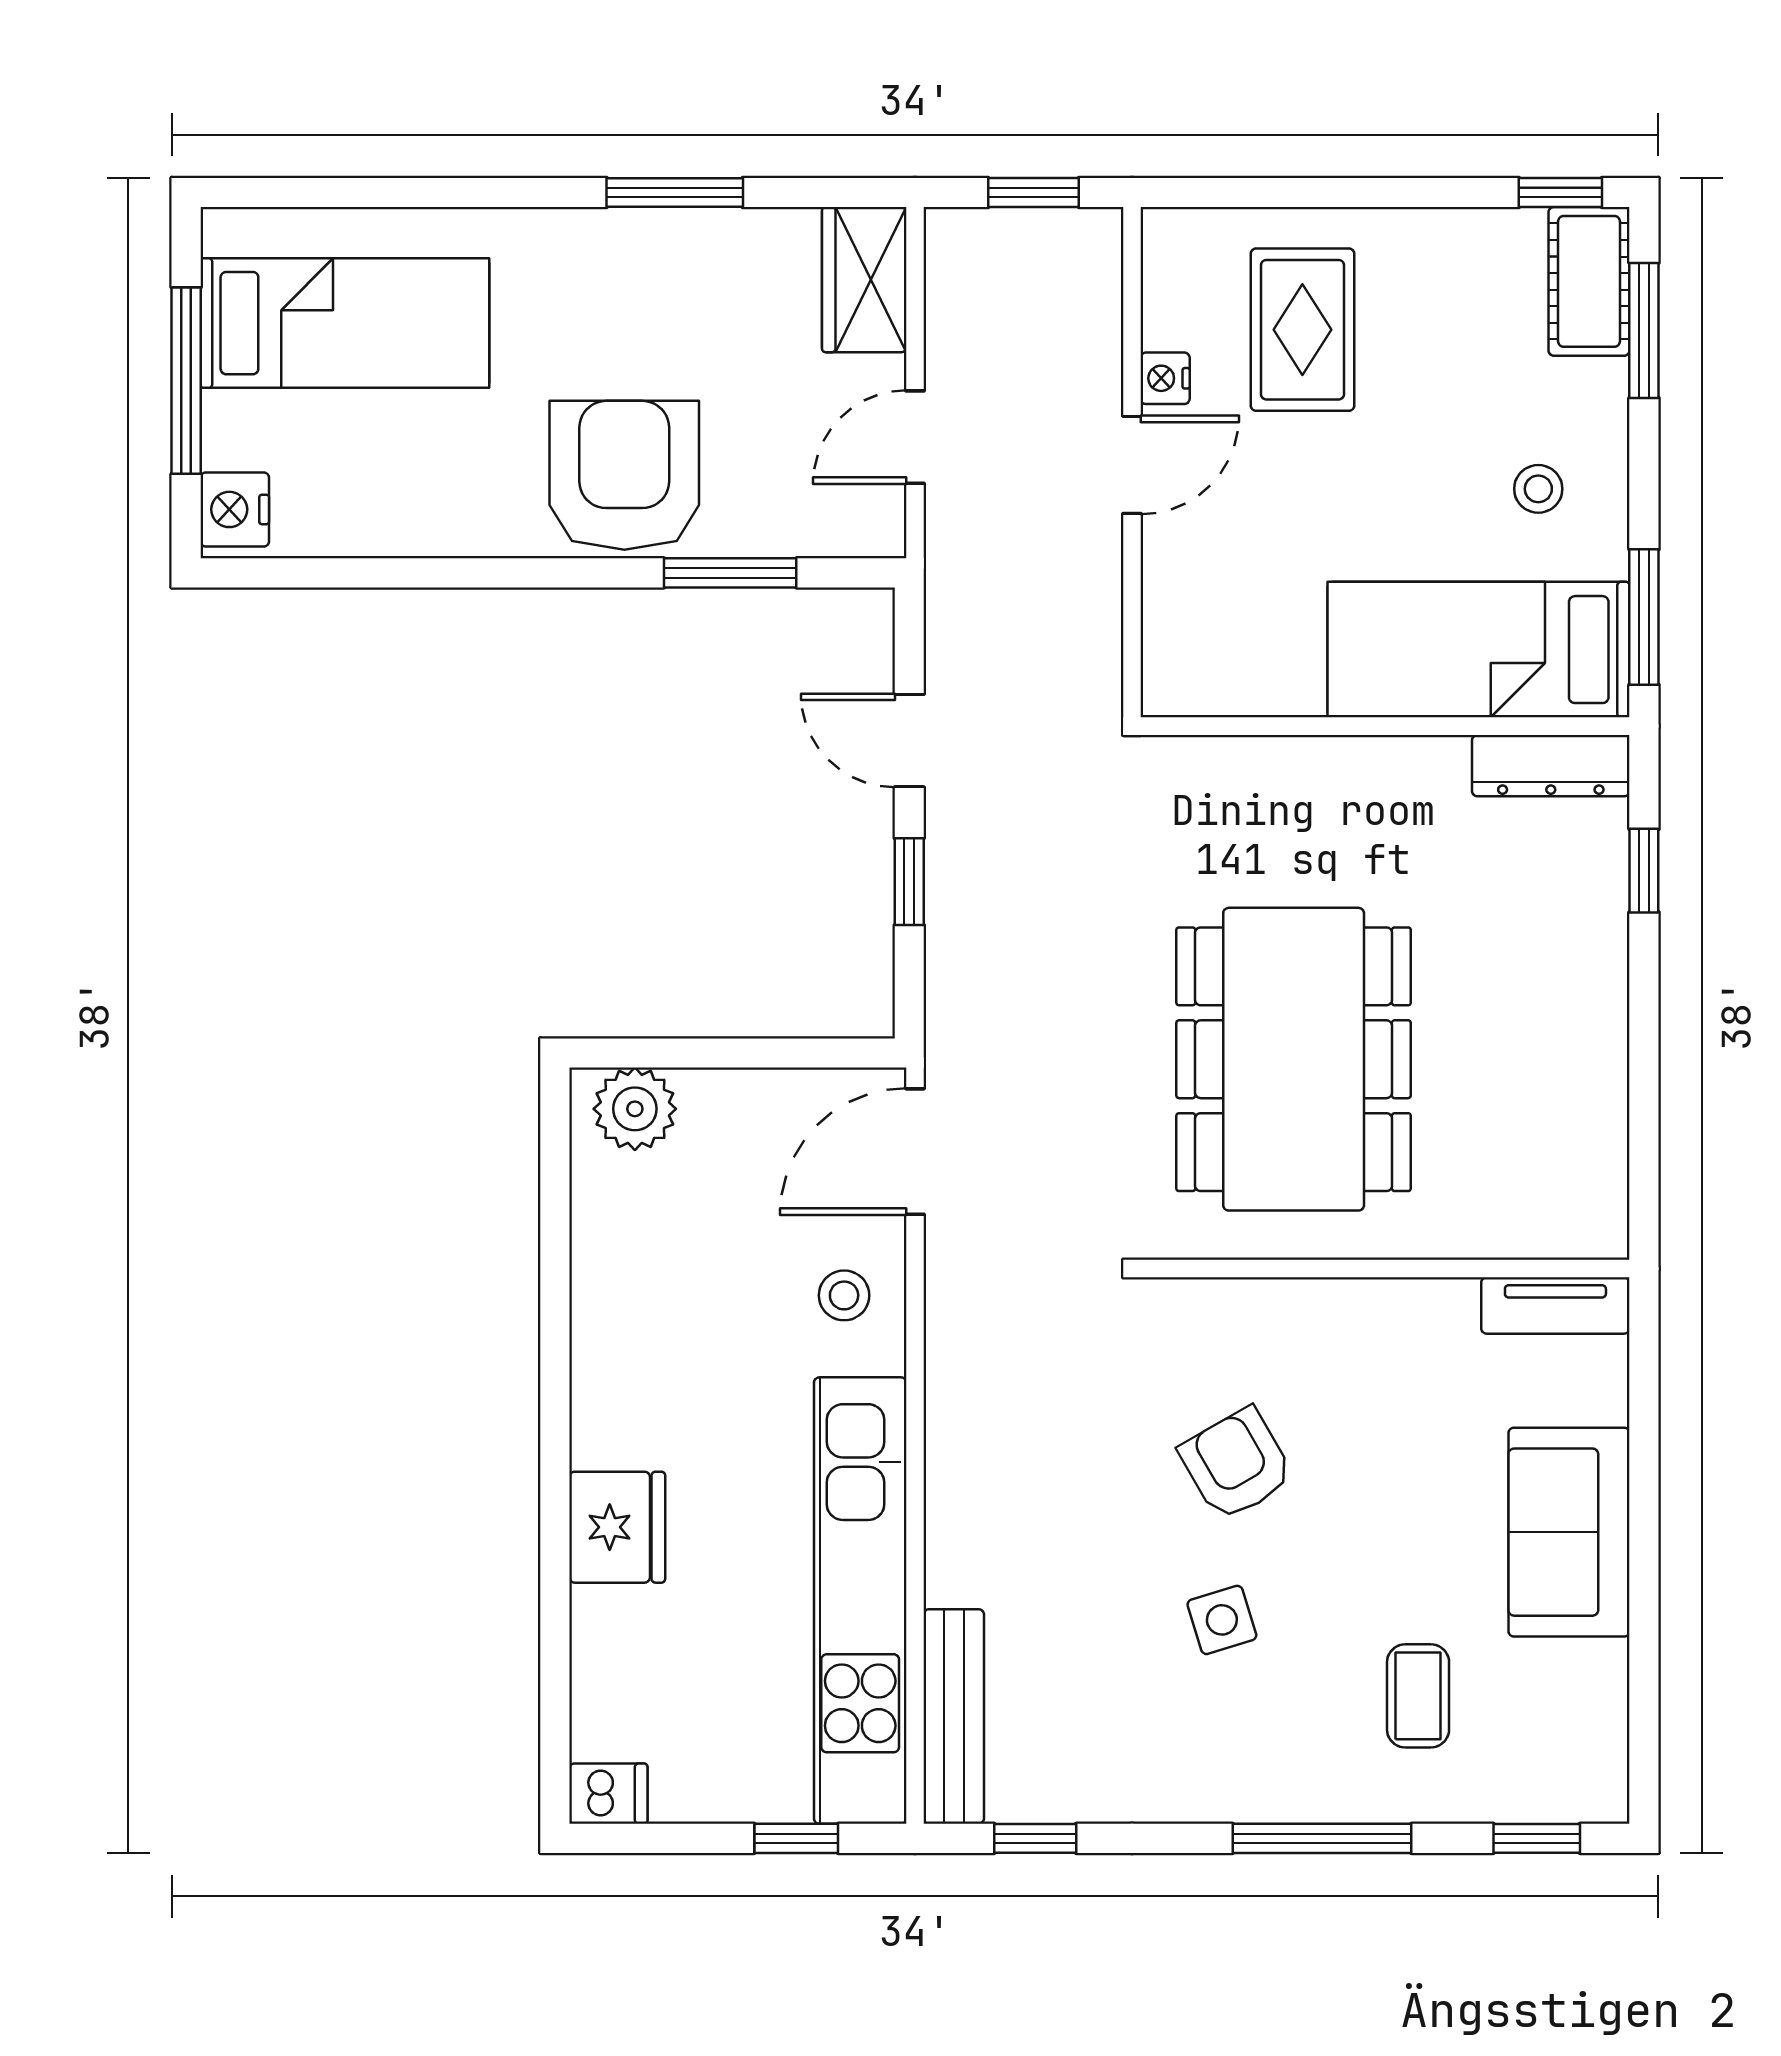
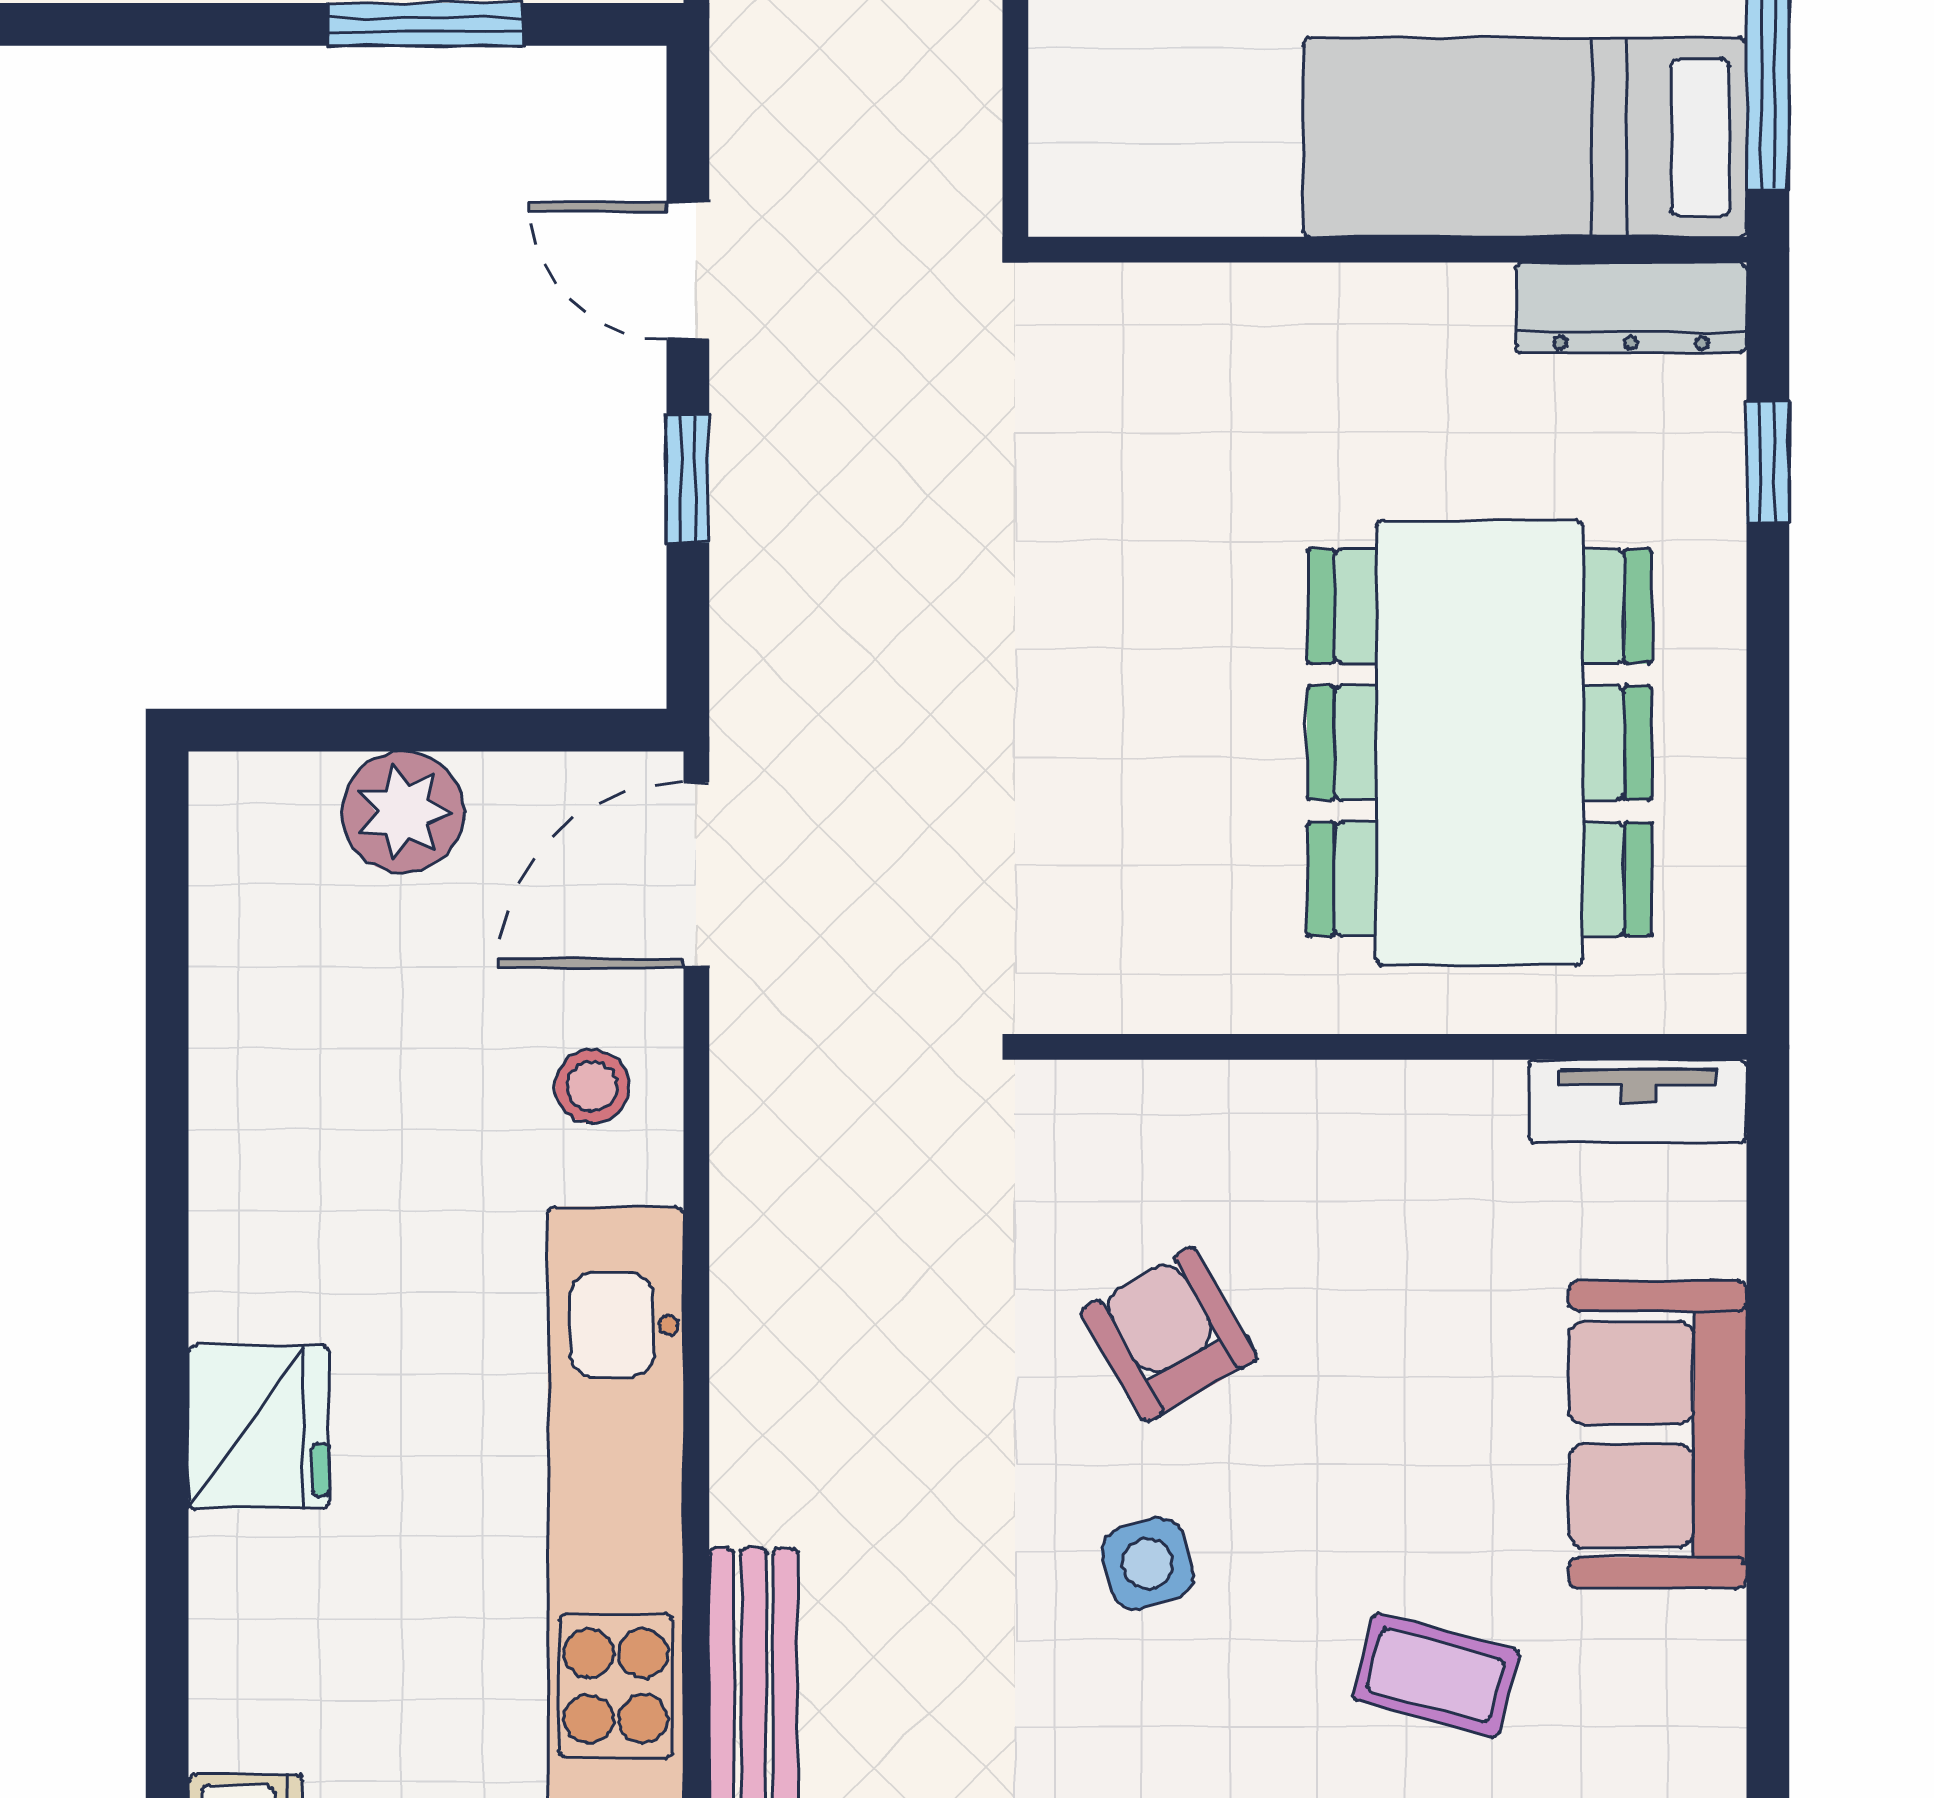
dining table: (1294, 1059) -> (1479, 743), moved
plant: (635, 1109) -> (403, 812), moved
coffee table: (1418, 1696) -> (1436, 1675), turned -75

